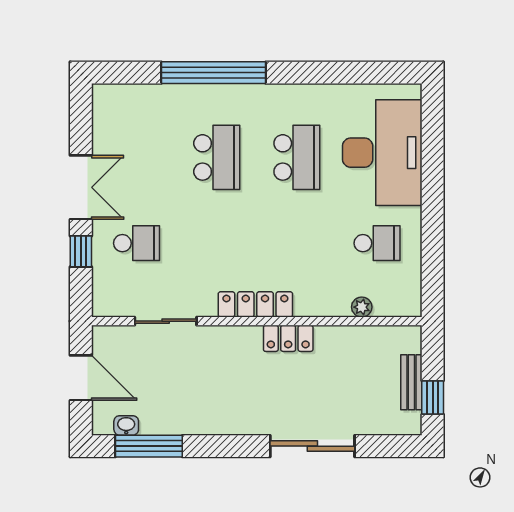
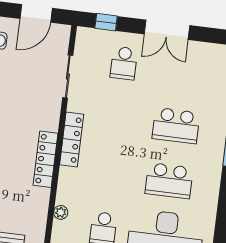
window: (81, 251) -> (106, 22), moved
locker: (288, 338) -> (46, 159), width x1.53

